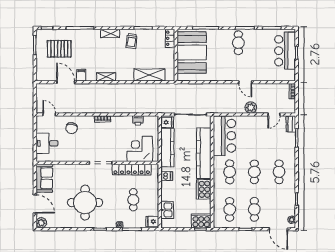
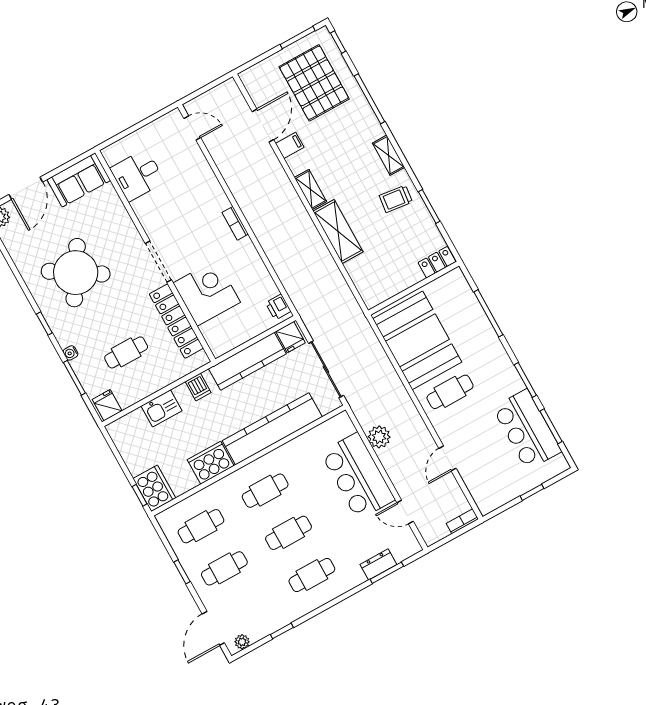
cafe table: (238, 43) -> (450, 392), moved
pallet: (59, 49) -> (314, 83), width x1.37, depth x1.41
bar counter: (285, 51) -> (527, 430), moved, turned -90
booth: (192, 53) -> (417, 340), moved, turned 90
shelving: (149, 75) -> (338, 232), moved
door: (245, 82) -> (447, 458), moved
plant: (251, 107) -> (379, 437), moved
door: (49, 114) -> (192, 128), hinge flipped
printer: (138, 120) -> (278, 307), moved
dresser: (291, 124) -> (378, 564), moved
chair: (72, 128) -> (190, 179), removed
bar counter: (224, 136) -> (358, 476), moved, turned 90
desk: (47, 143) -> (137, 175), moved, turned -90
corner desk: (140, 149) -> (207, 293), moved
round table: (85, 203) -> (76, 273), turned 32
kitchen sink: (167, 210) -> (161, 408), moved

